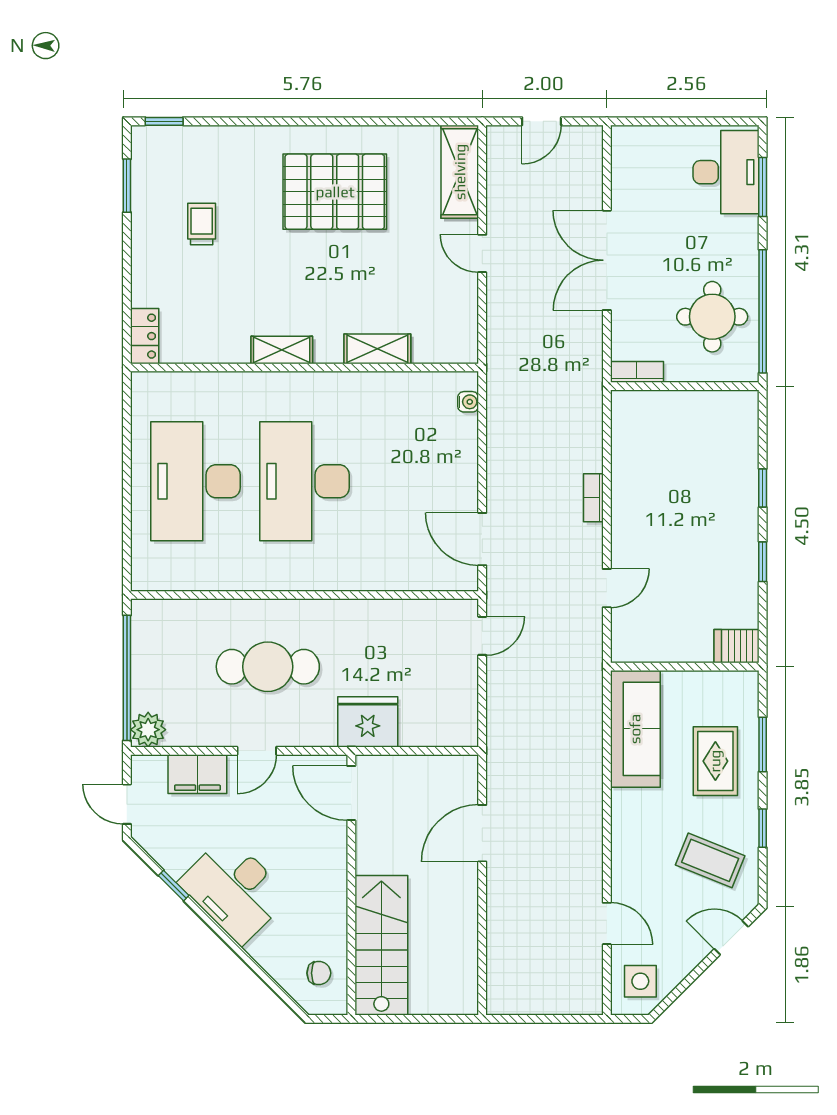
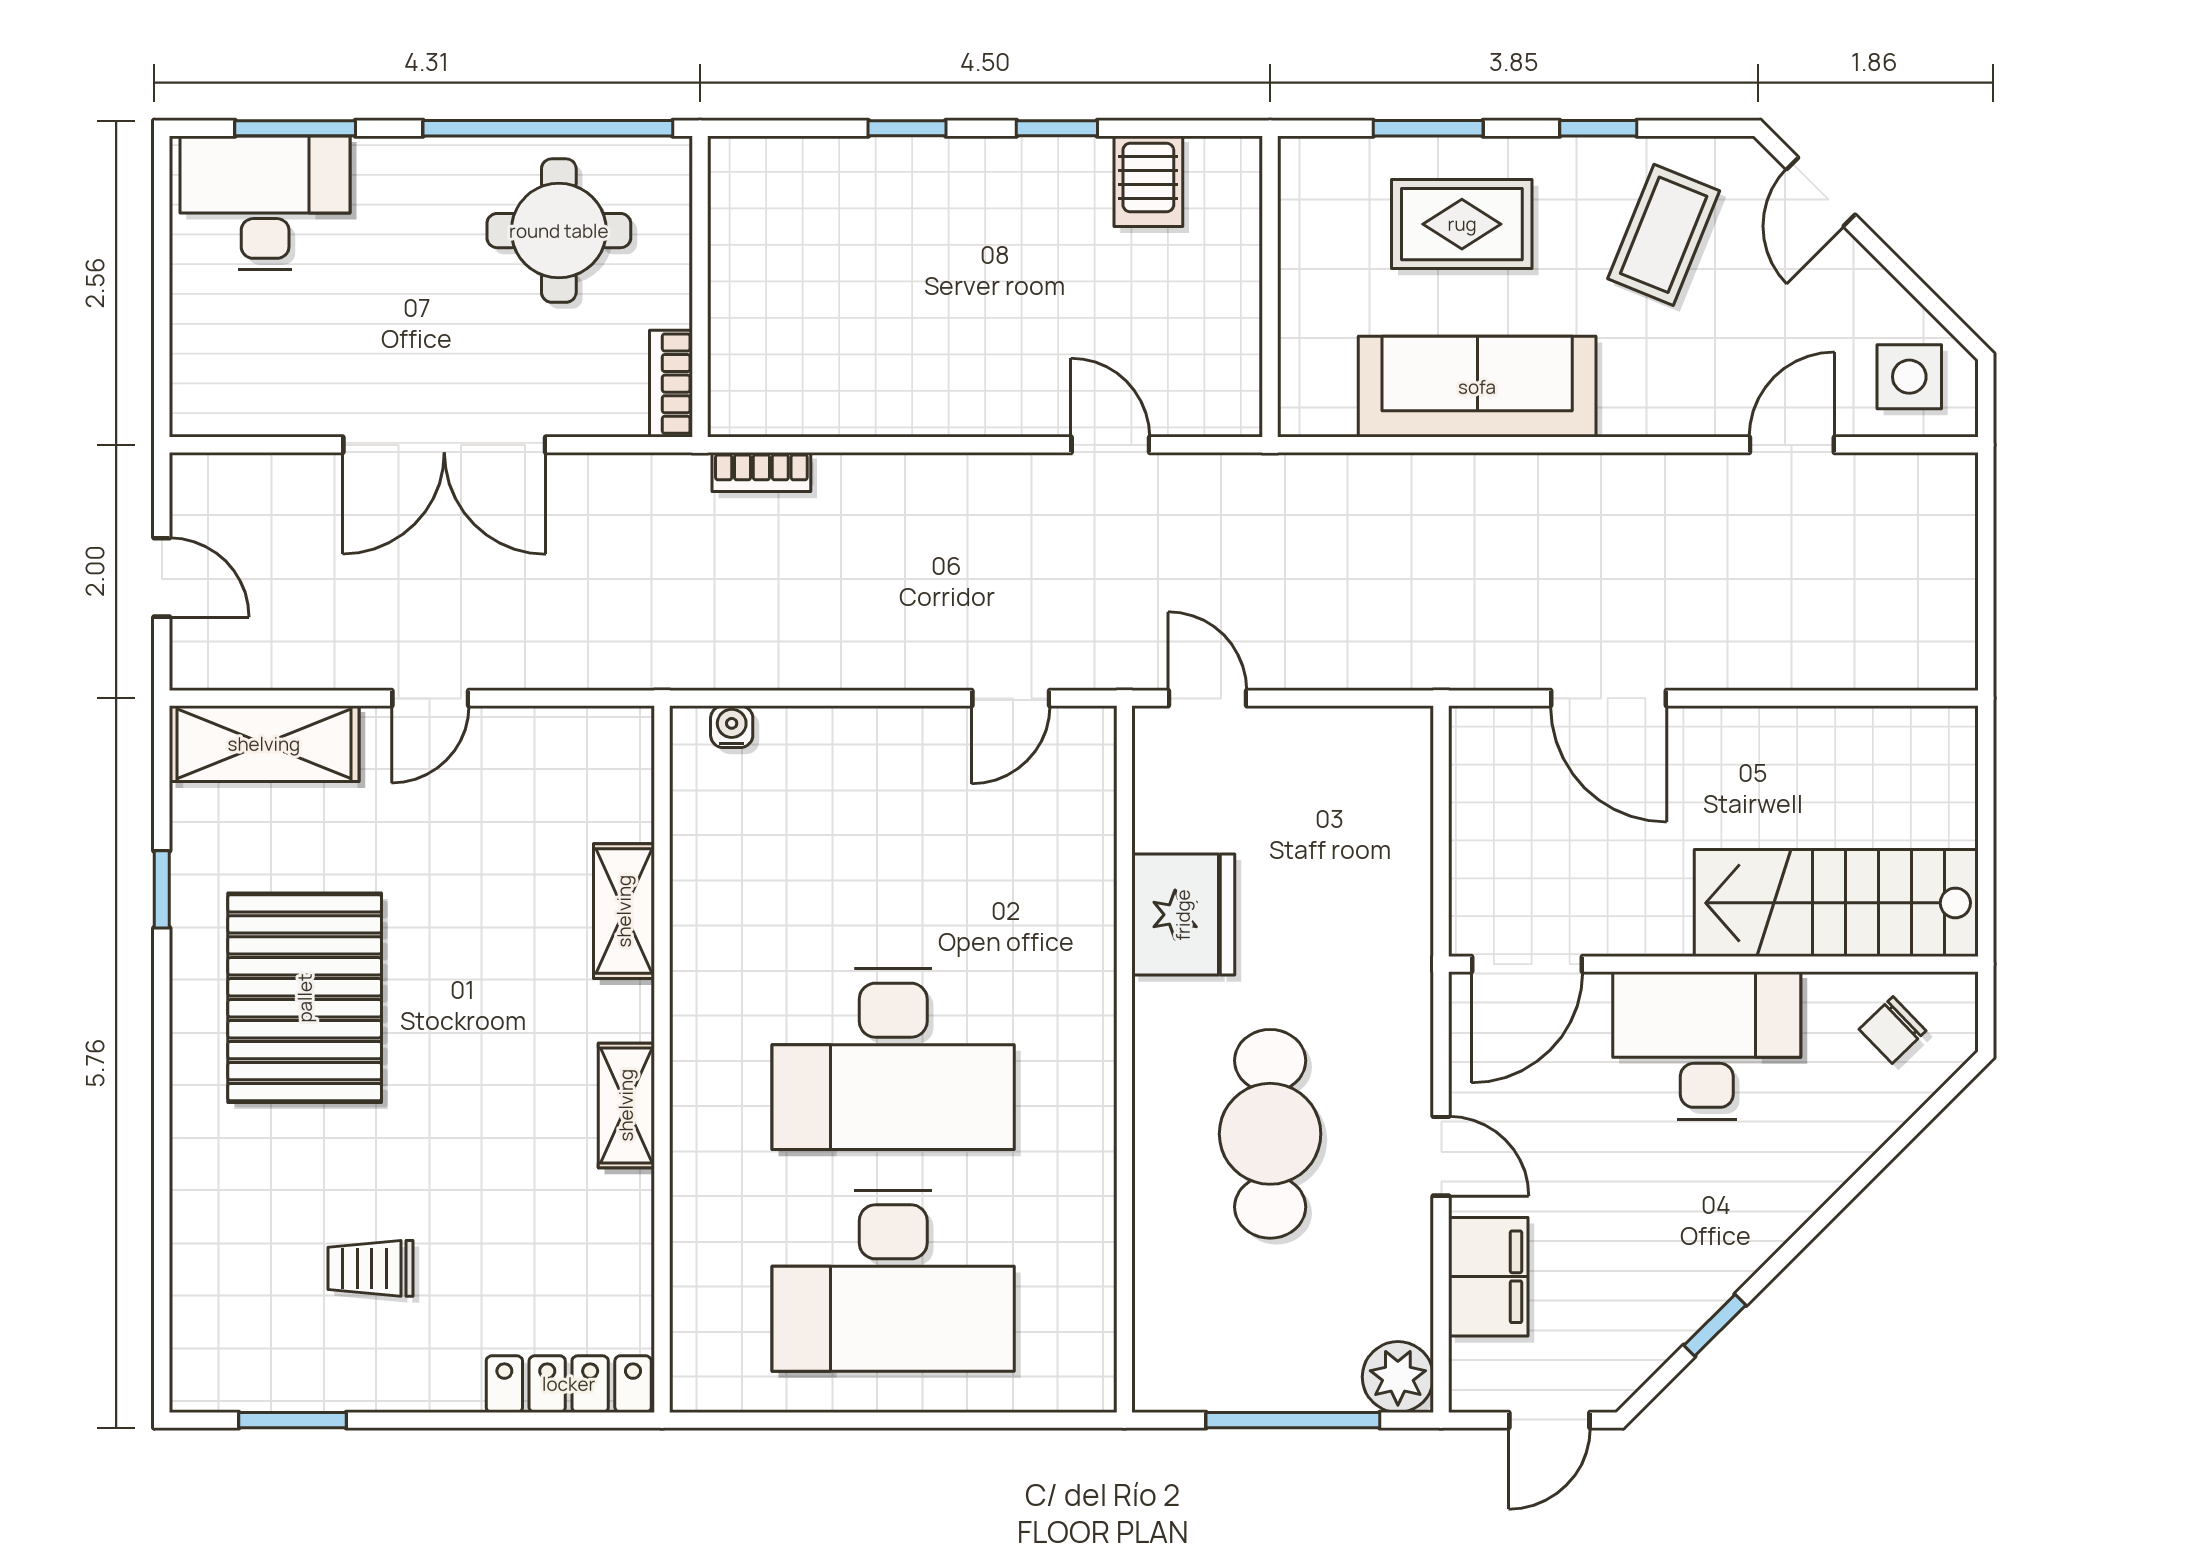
window: (164, 121) -> (162, 889), moved
locker: (145, 336) -> (569, 1384), width x1.53
bookcase: (593, 498) -> (761, 472), moved
door: (482, 539) -> (1011, 698), width x0.73
server rack: (737, 646) -> (1148, 181), moved
window: (127, 678) -> (1293, 1420), width x0.68
fridge: (368, 722) -> (1183, 915), moved, turned 180
sofa: (635, 729) -> (1477, 387), moved
desk: (234, 890) -> (1707, 1046), moved, turned -135
chair: (319, 973) -> (1893, 1030), turned -134

